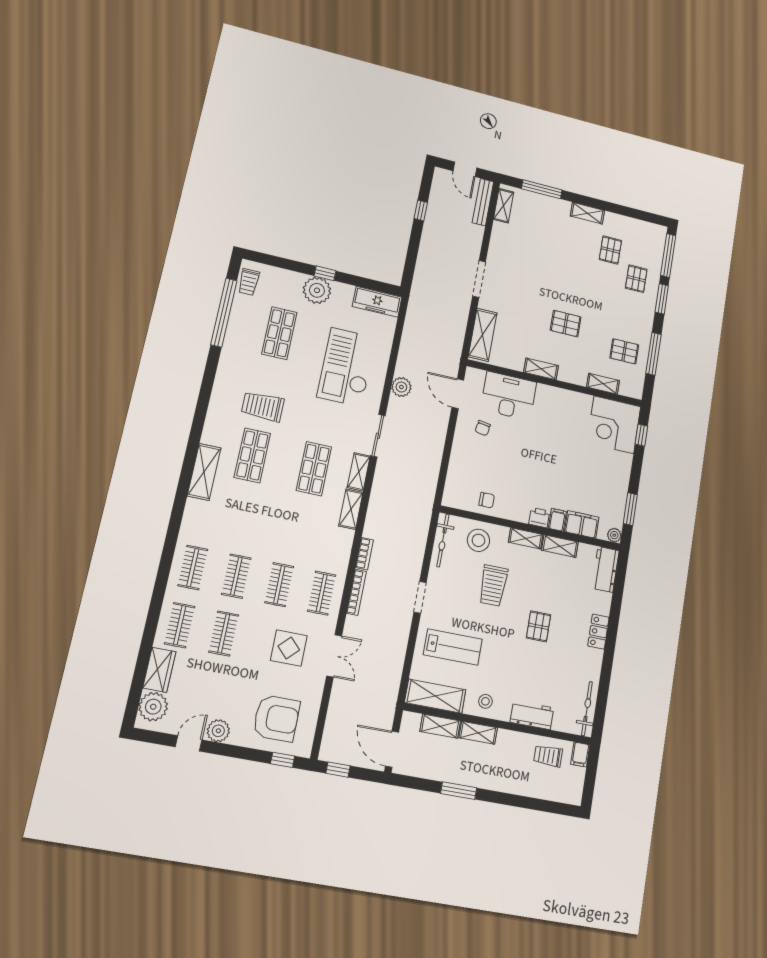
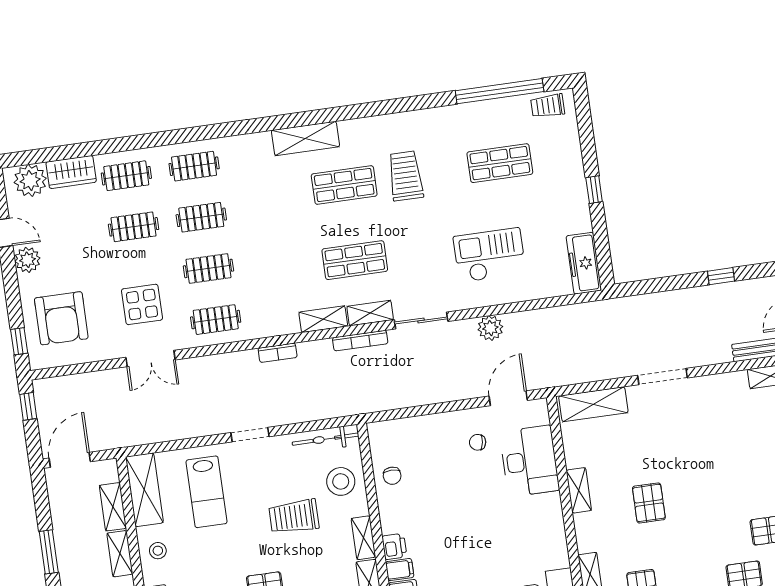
plant: (317, 290) -> (569, 188), removed
checkout: (346, 367) -> (489, 255), width x0.73, depth x0.83
bookcase: (356, 592) -> (360, 341), moved

